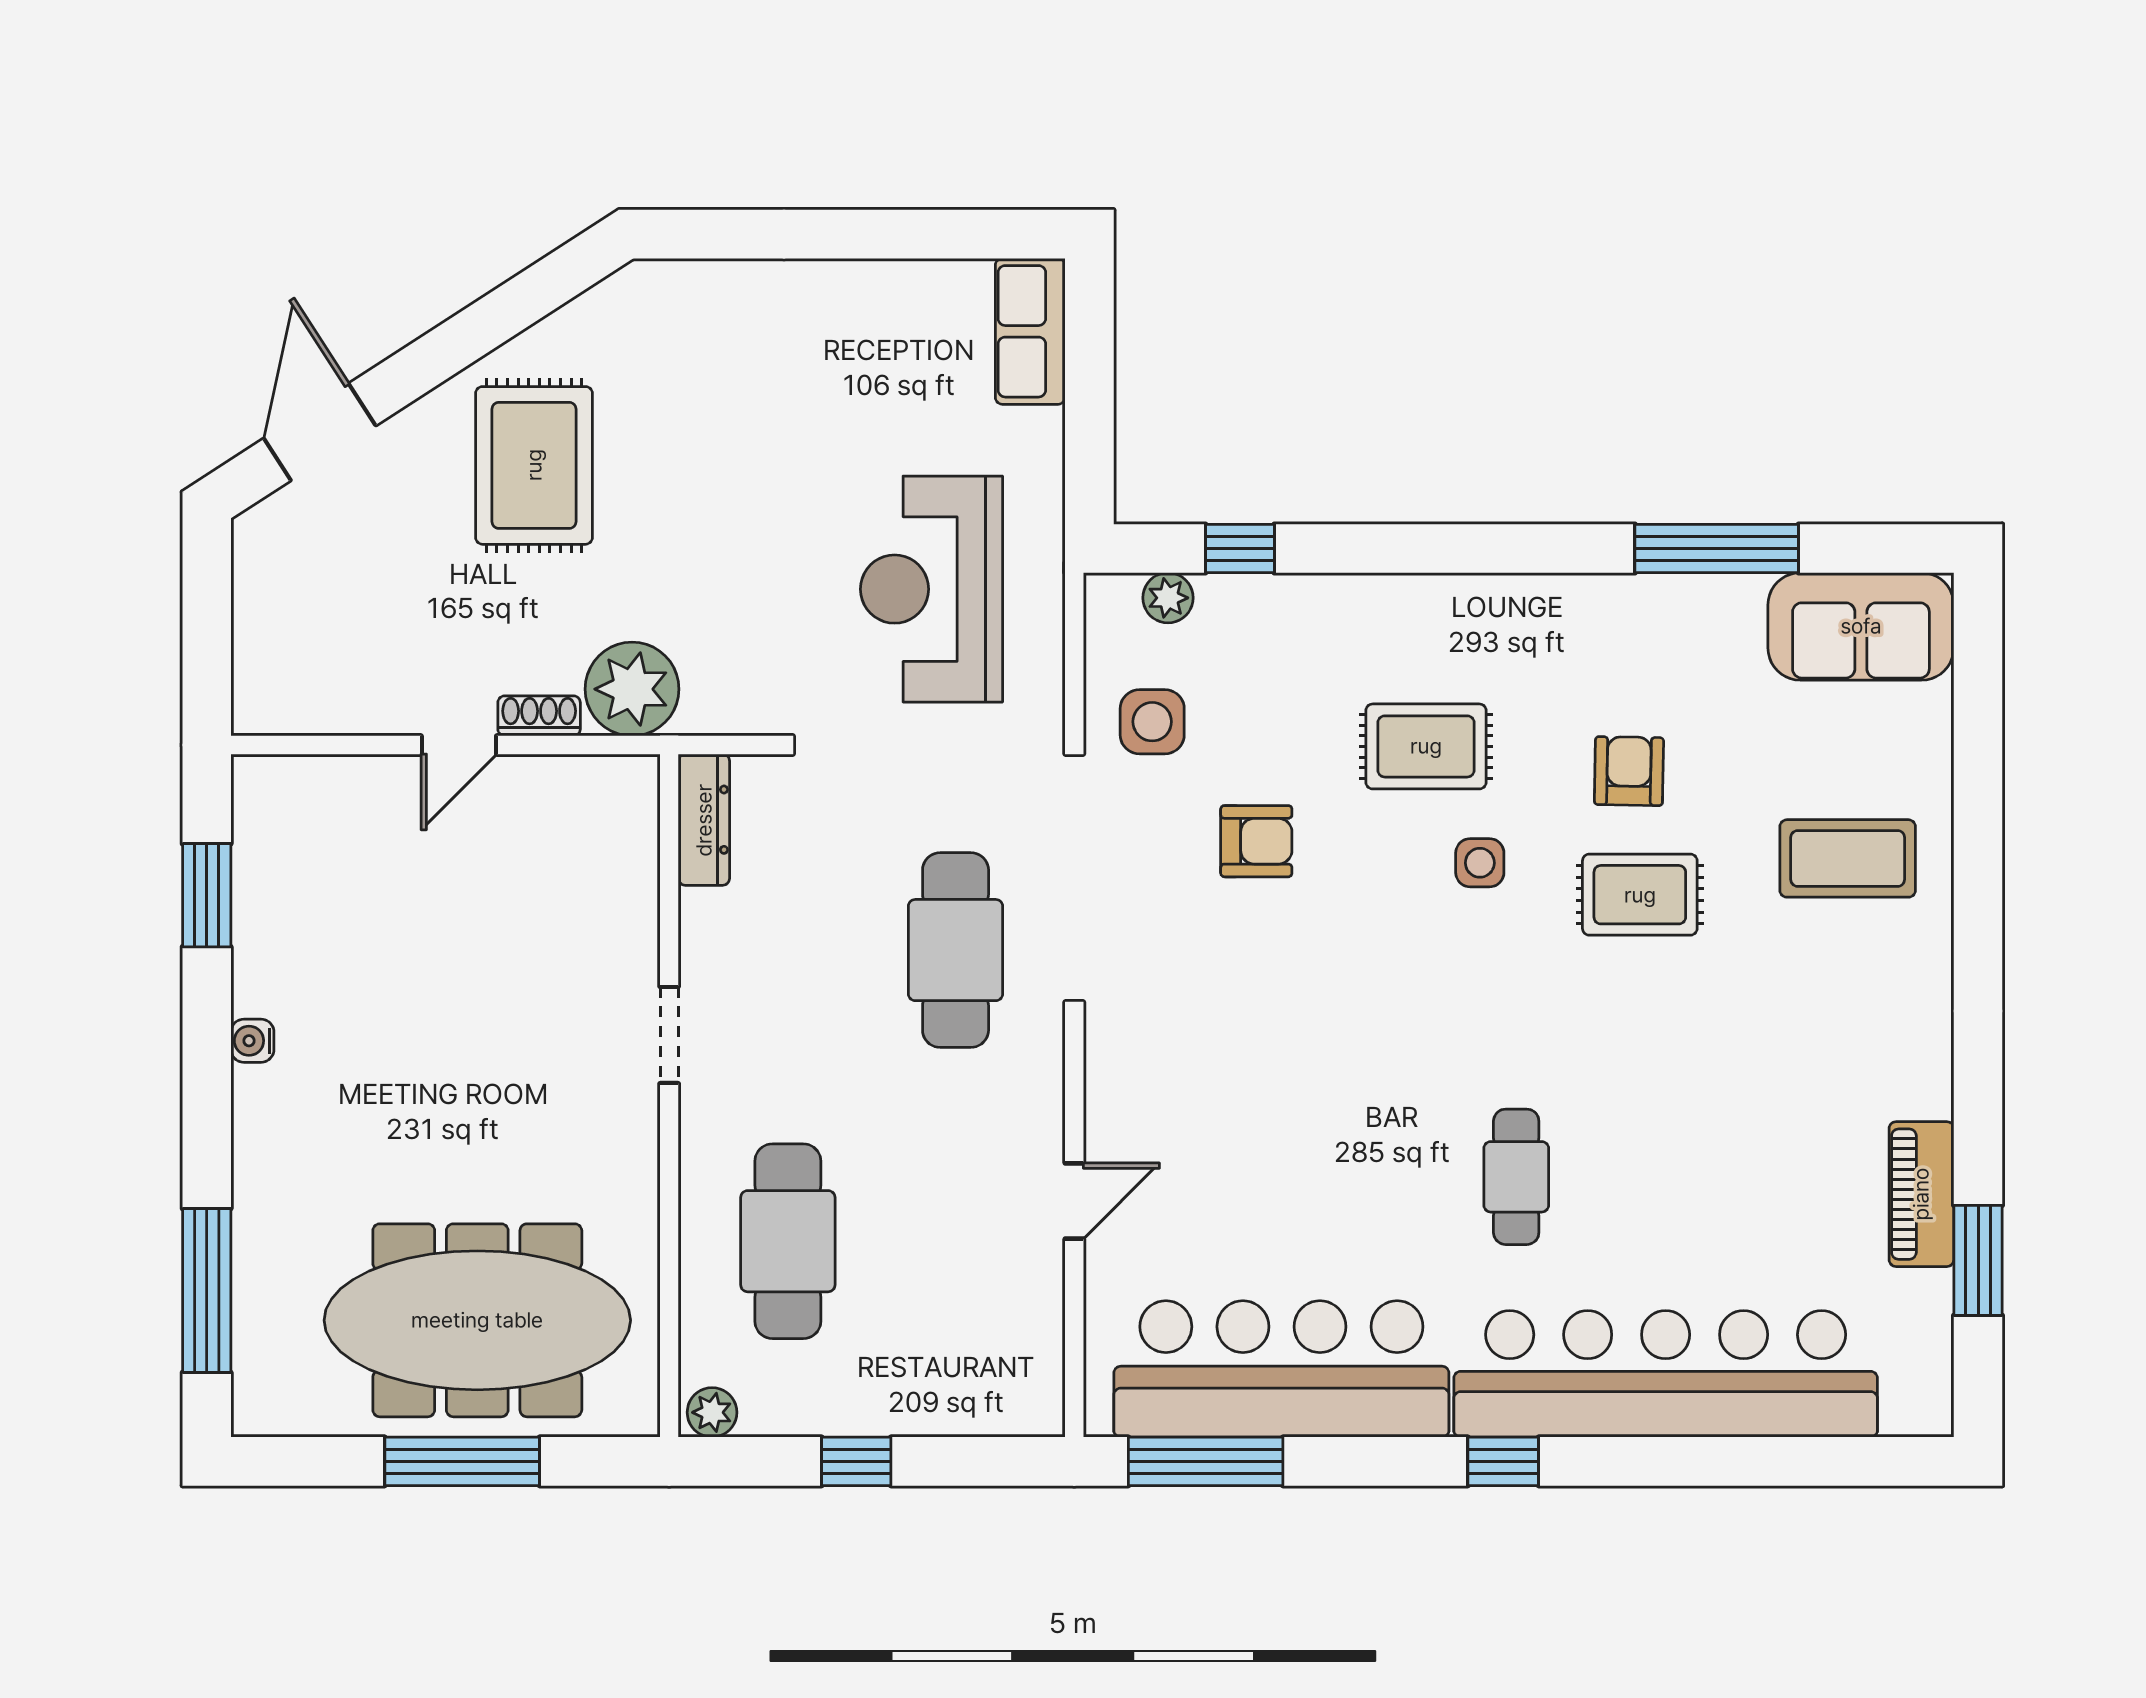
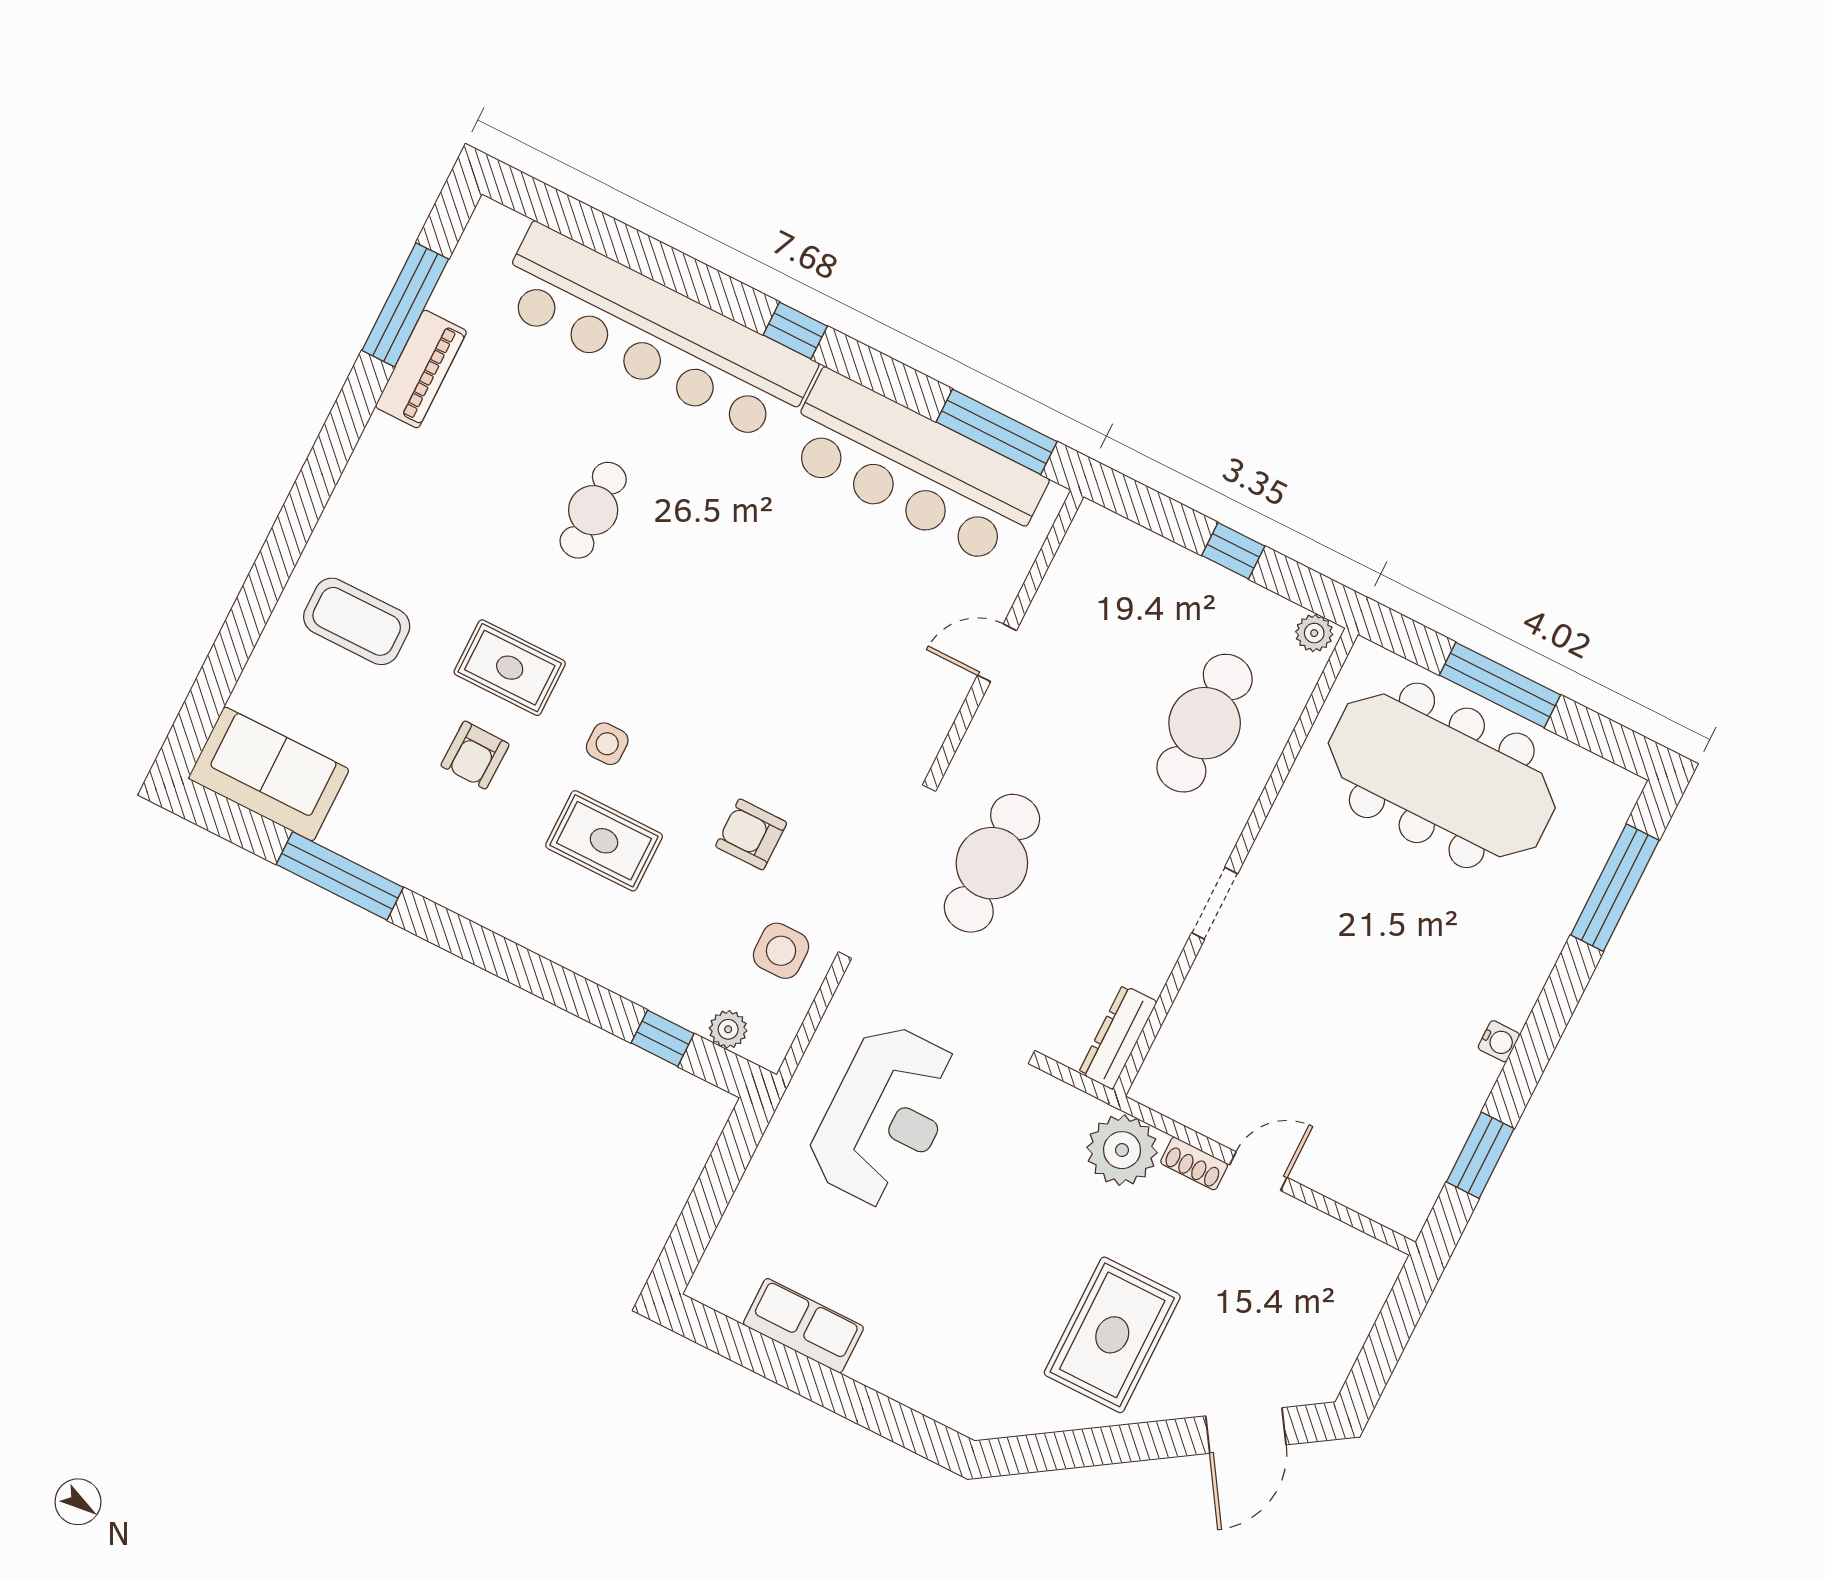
row of seats: (1030, 331) -> (803, 1326), moved, turned -90
cafe table: (1516, 1177) -> (593, 510), moved
window: (1978, 1260) -> (405, 305), width x1.44

